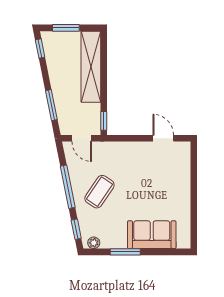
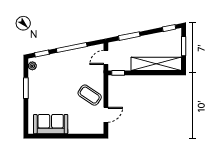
coffee table: (99, 192) -> (90, 95), moved
sofa: (152, 235) -> (51, 124), moved, turned -90

